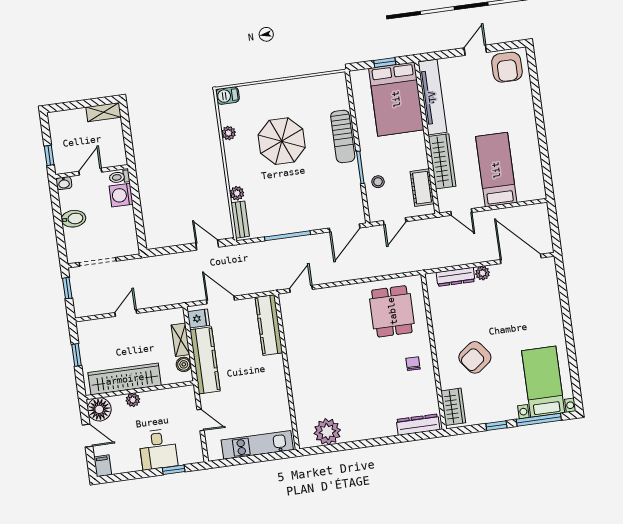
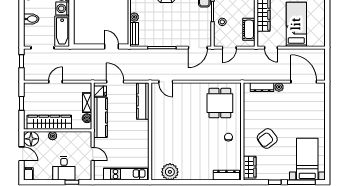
bathtub: (125, 232) -> (62, 31), added
door: (301, 289) -> (166, 82), swing flipped

